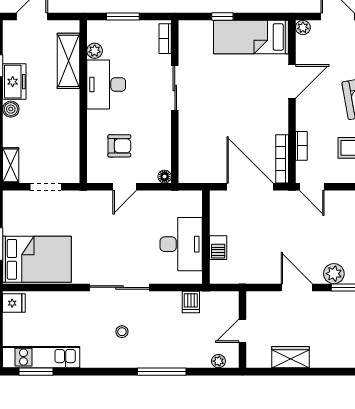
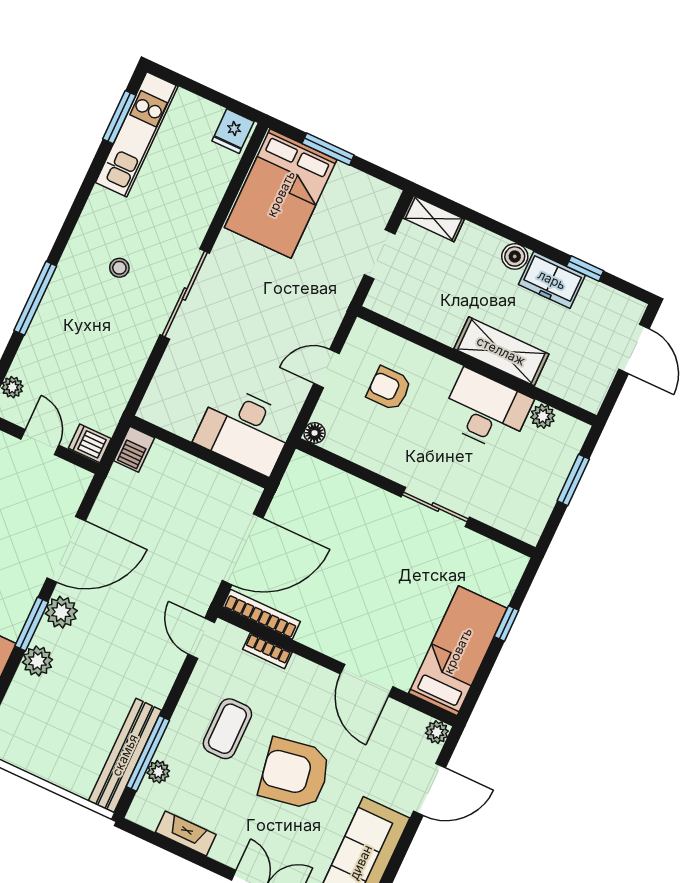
bookcase: (165, 39) -> (513, 526), removed
shelving: (68, 61) -> (501, 351), moved
armchair: (119, 146) -> (389, 388), turned 90
door: (125, 187) -> (327, 369), hinge flipped
door: (312, 187) -> (201, 638), hinge flipped
desk: (181, 244) -> (245, 430), moved
barbecue: (218, 248) -> (134, 449), moved, turned -90
door: (297, 287) -> (66, 549), width x1.36
dishwasher: (191, 302) -> (90, 443), moved

